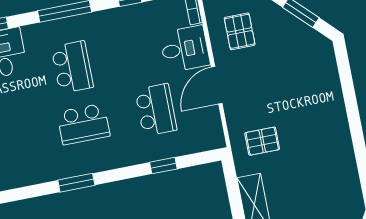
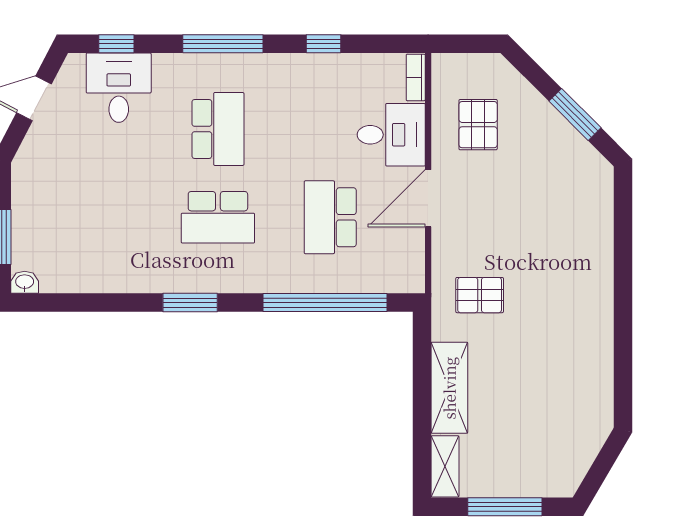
school desk: (156, 110) -> (330, 217), turned 180
window: (163, 166) -> (325, 303), width x3.17

